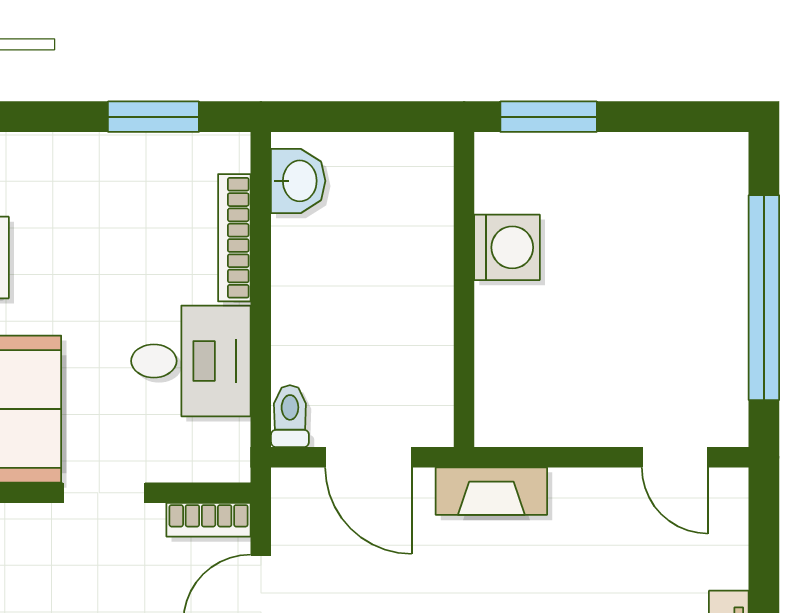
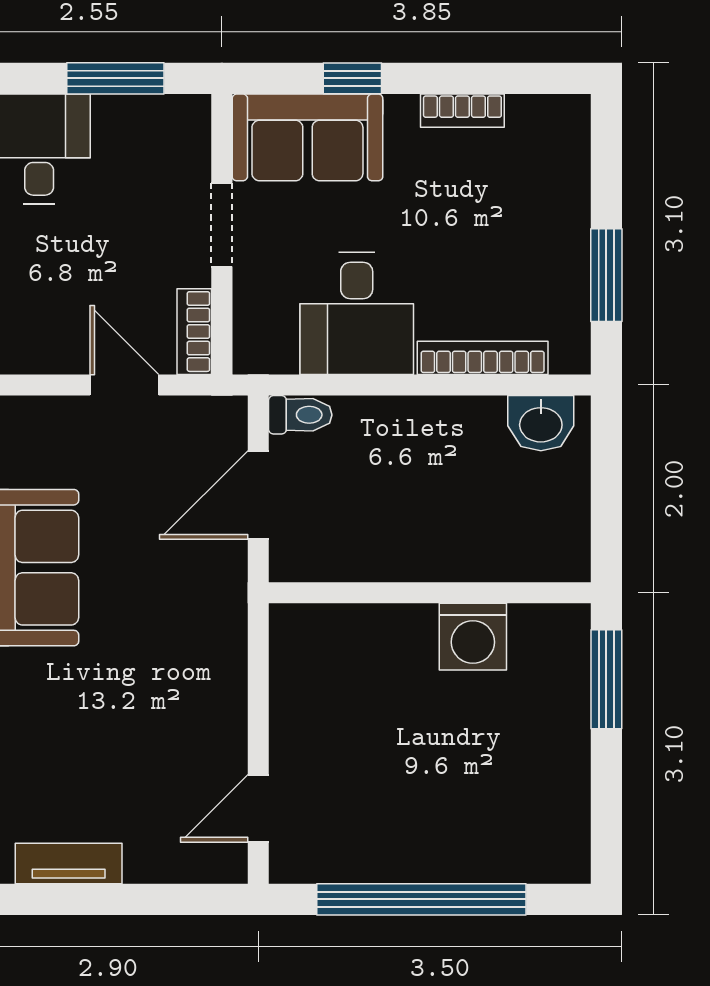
fireplace: (491, 491) -> (224, 621), removed

